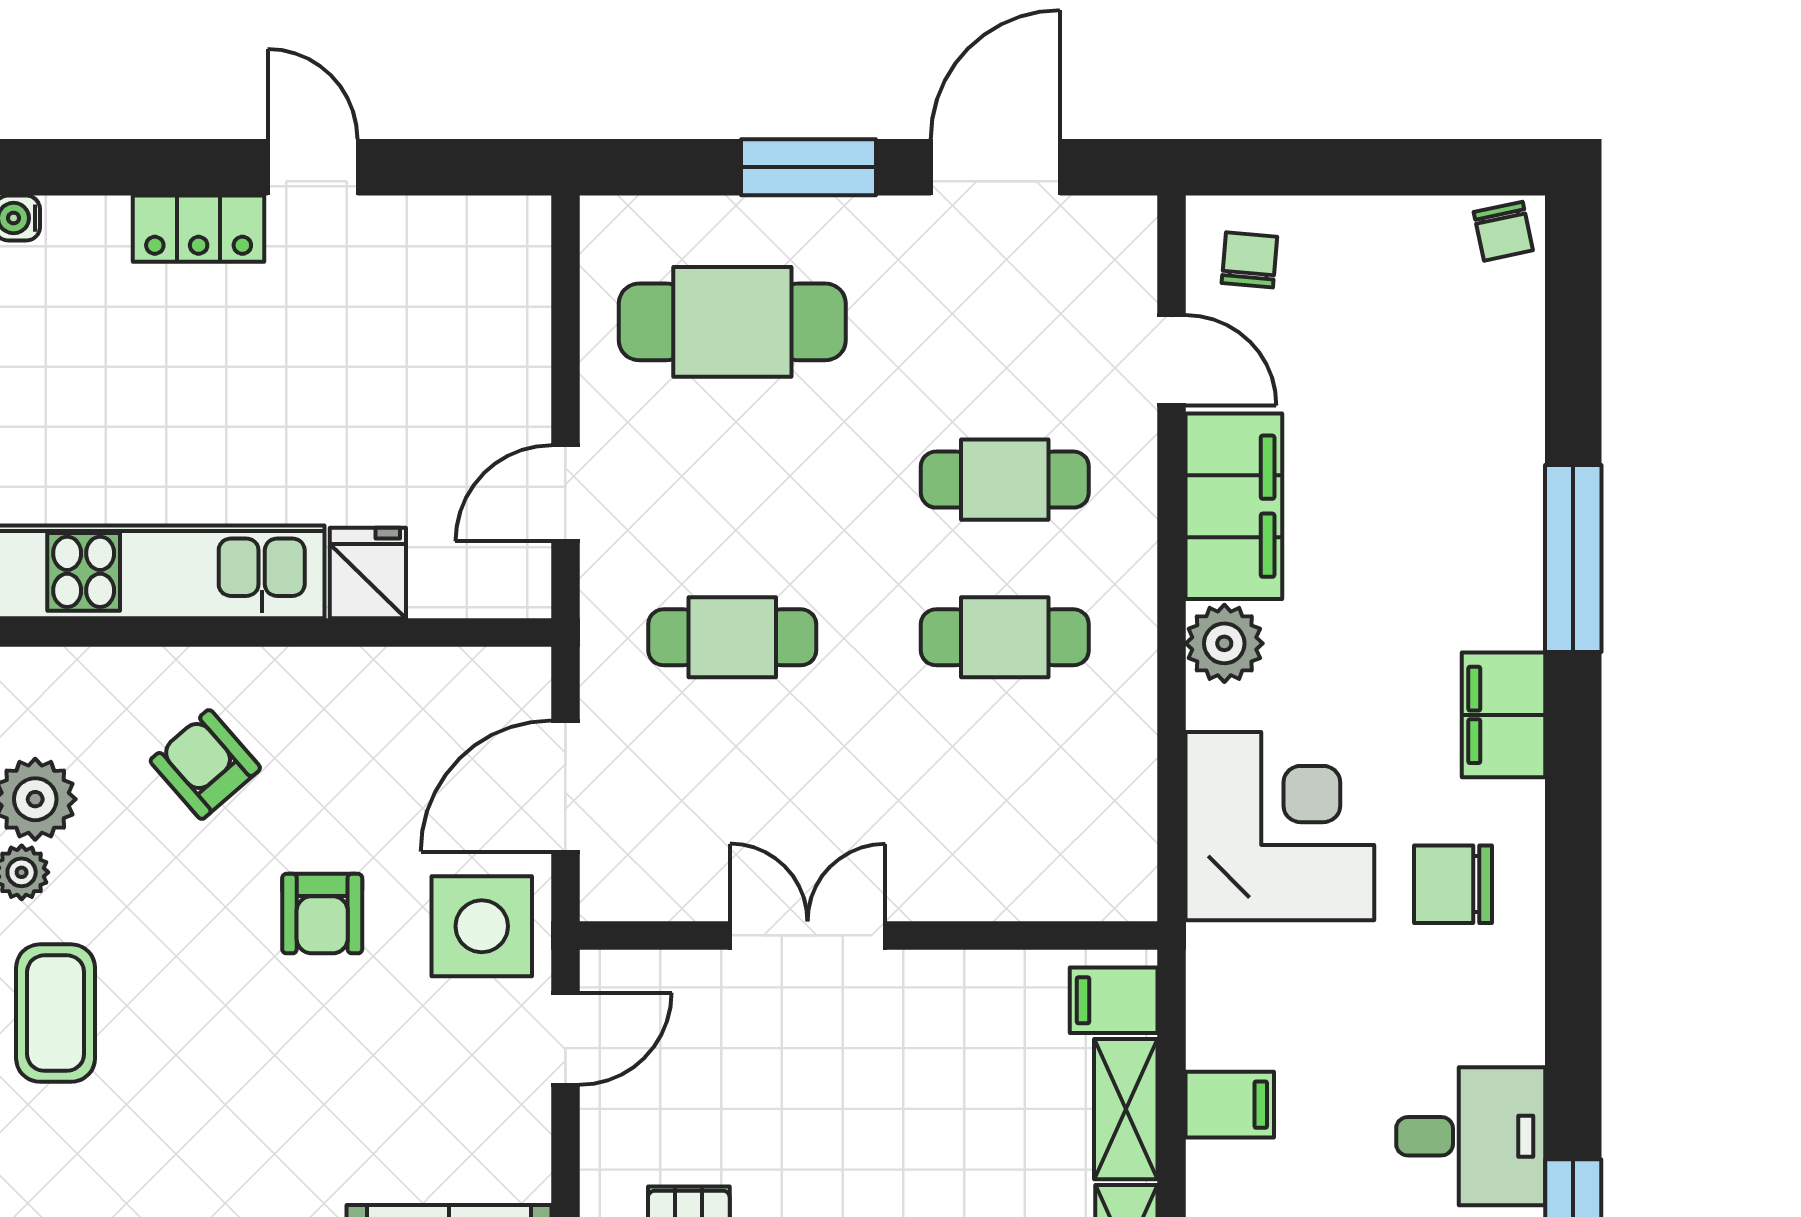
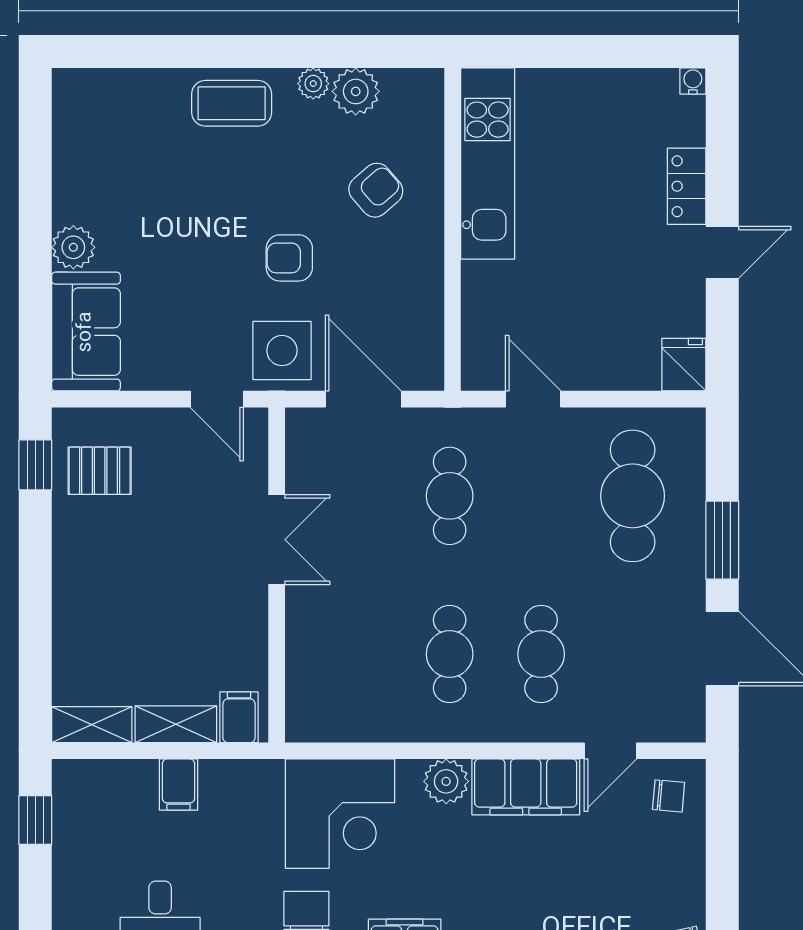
fridge: (368, 573) -> (684, 365), moved, turned -90

